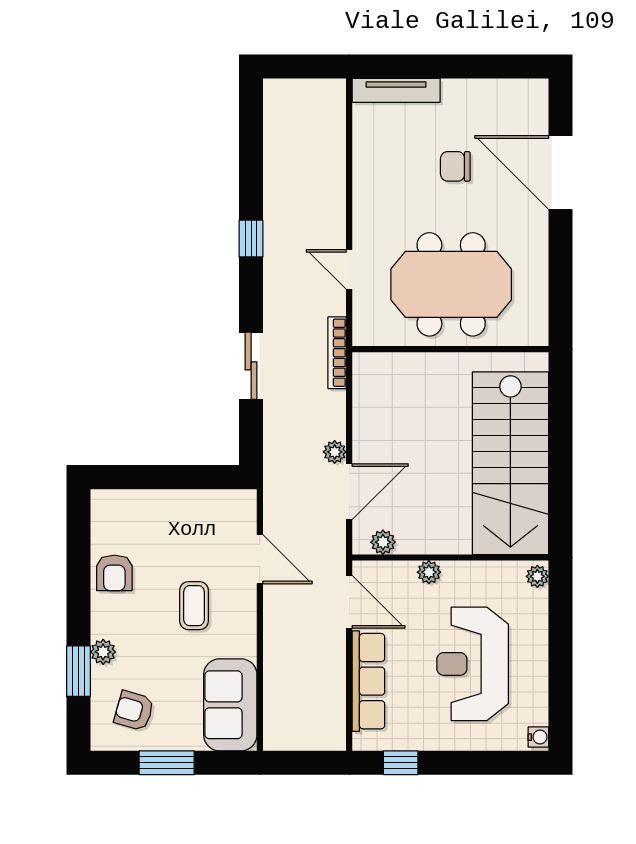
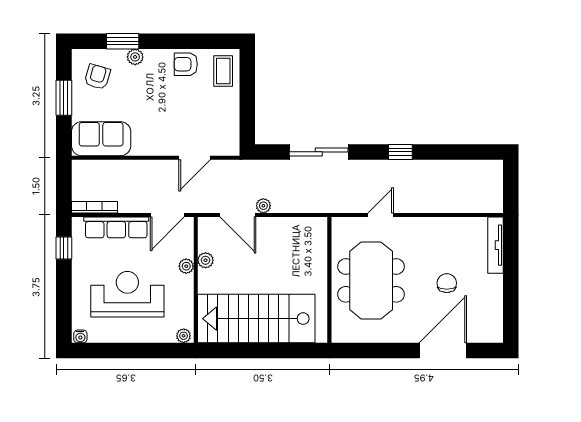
bookcase: (337, 353) -> (95, 207), moved
sliding door: (251, 366) -> (319, 152), width x1.37
plant: (383, 542) -> (206, 260), moved
coffee table: (194, 606) -> (223, 71), moved, turned 90

